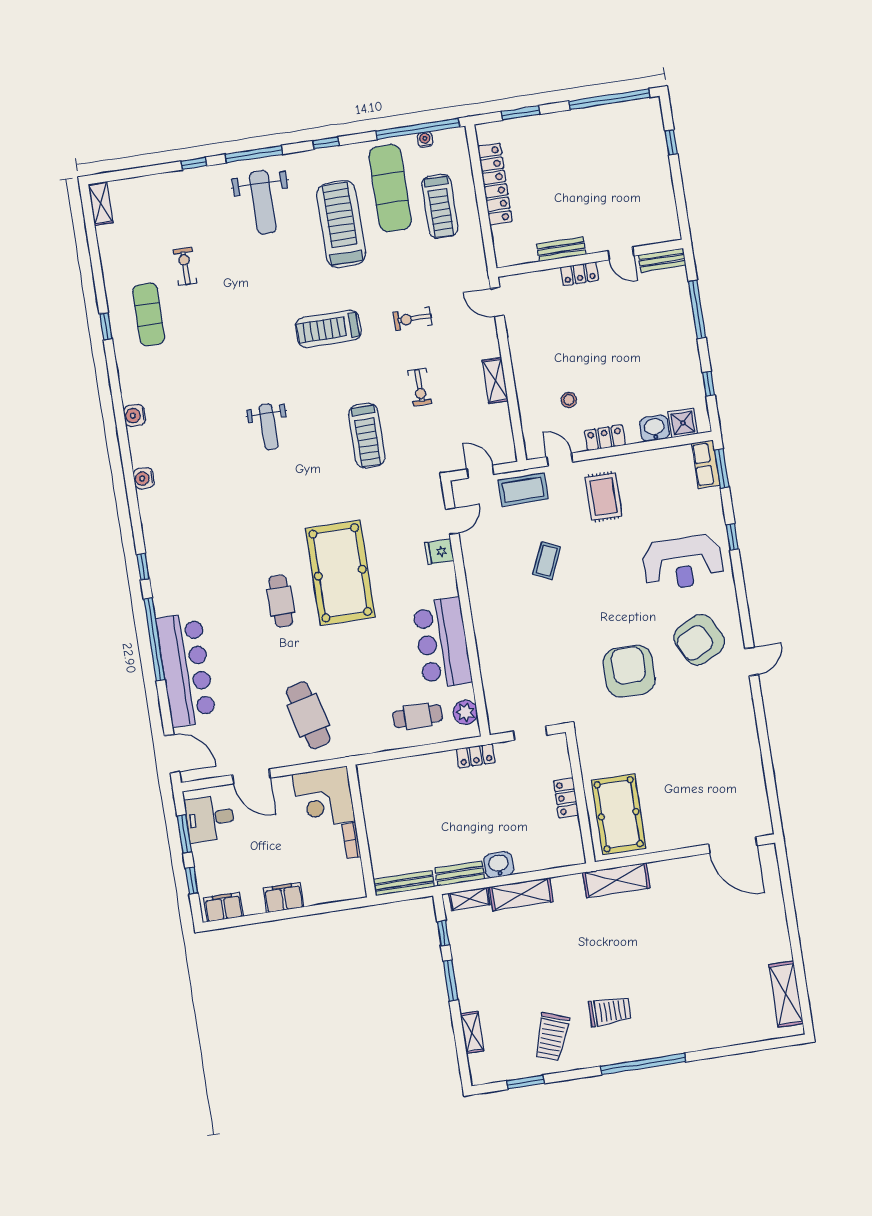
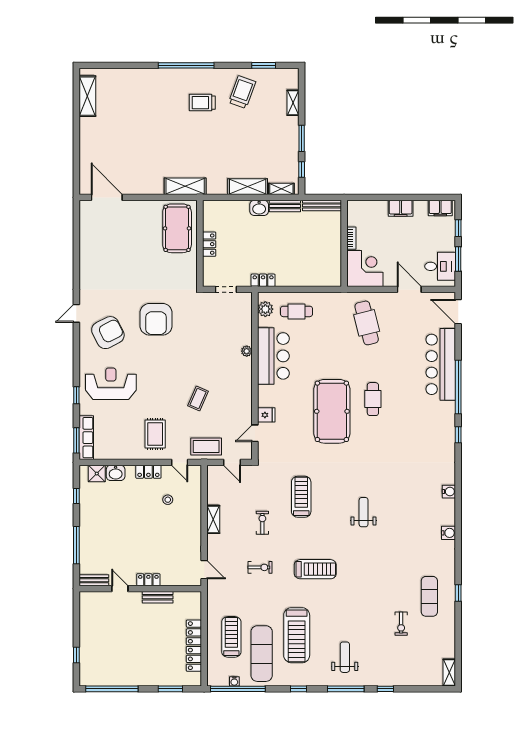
weight bench: (263, 202) -> (345, 657), width x0.73, depth x0.75
row of seats: (706, 464) -> (86, 438), width x1.48
plant: (484, 644) -> (247, 351), added

